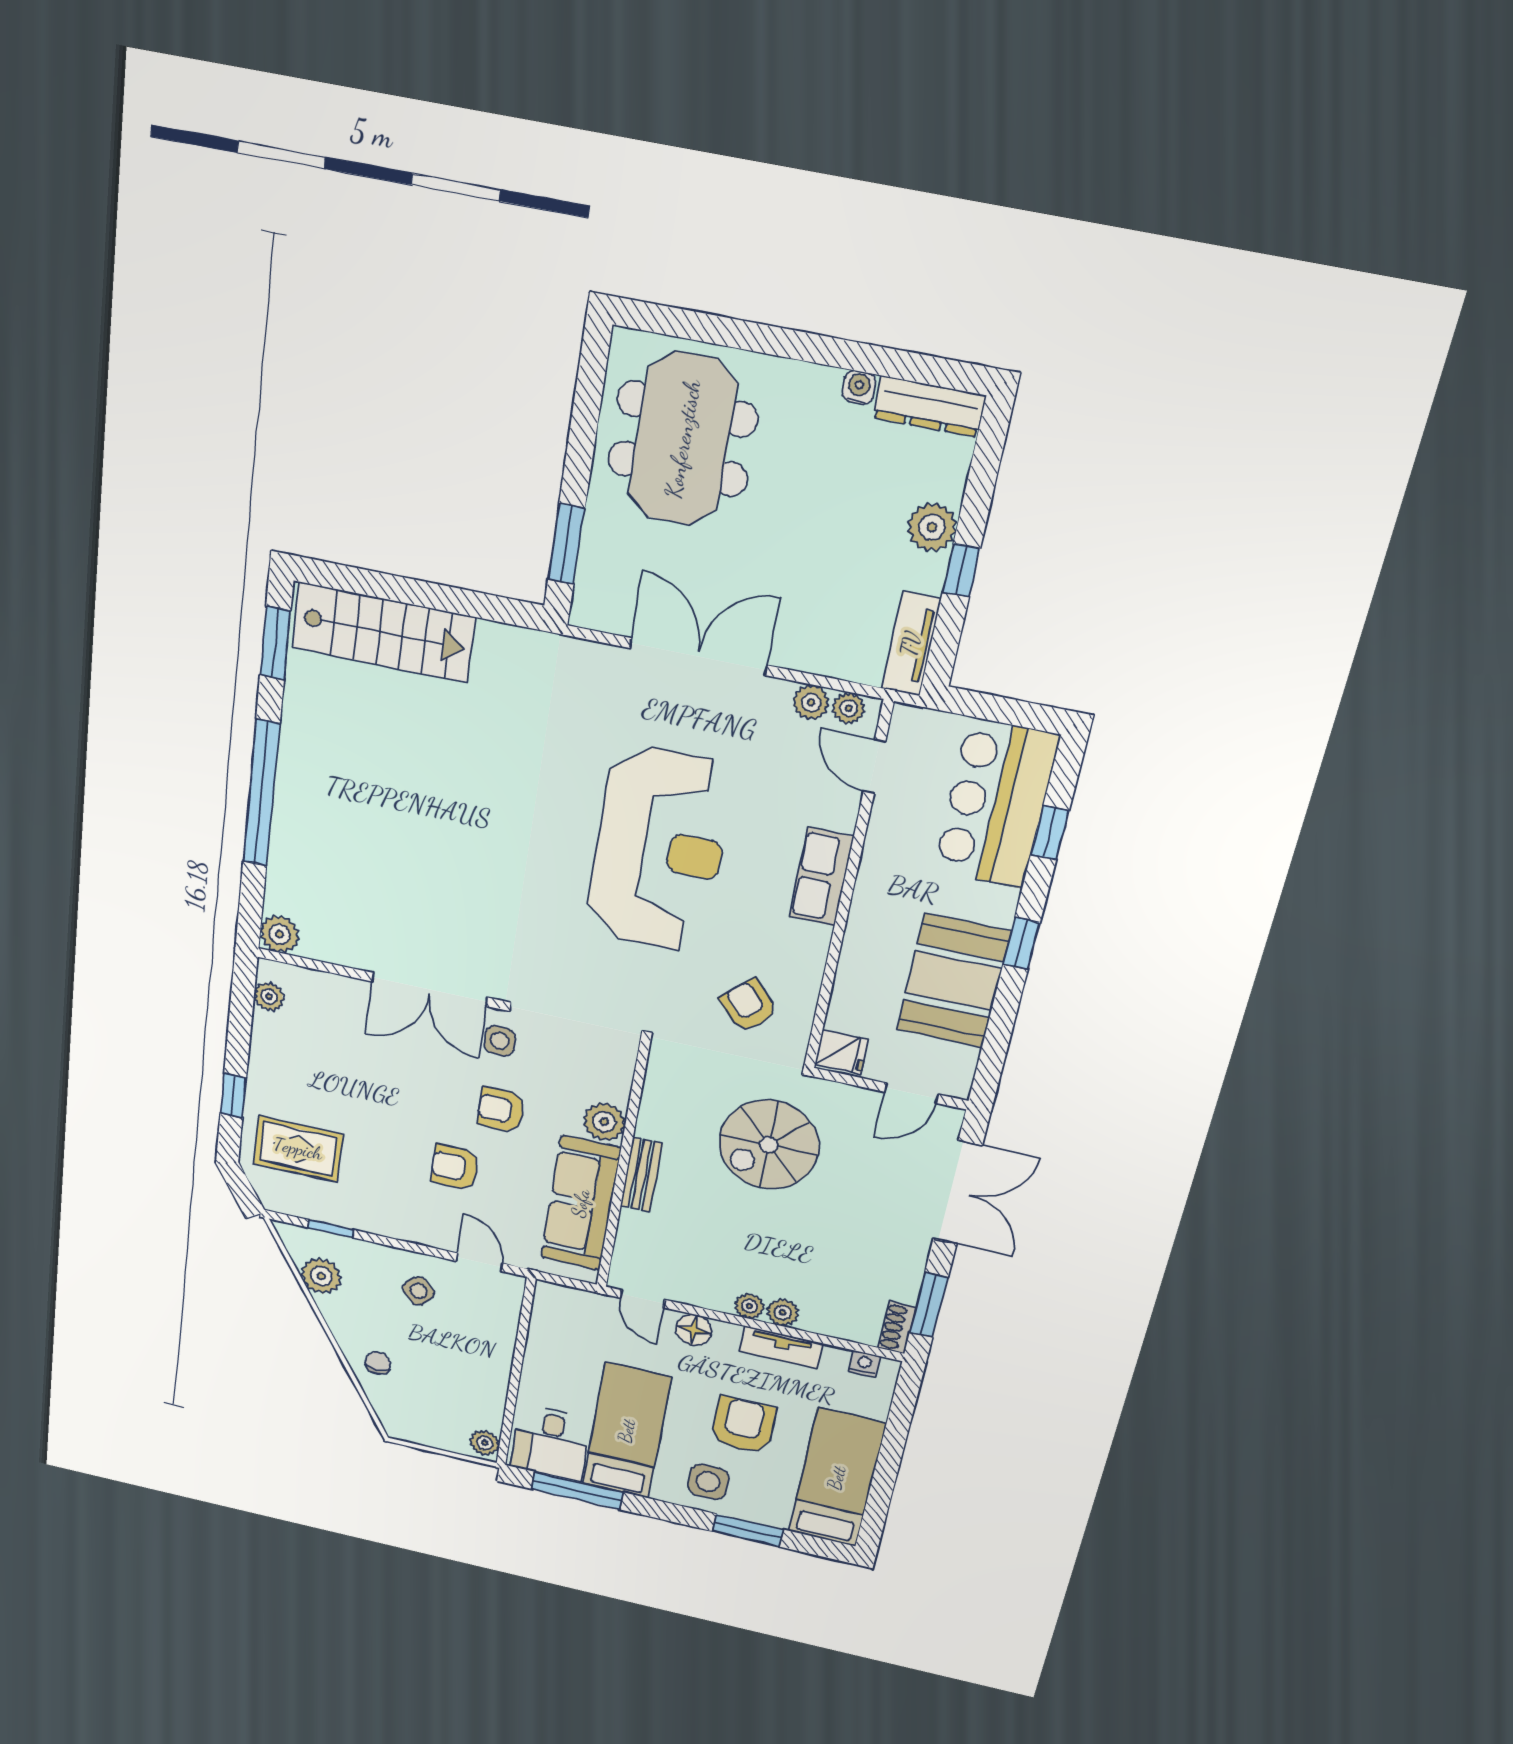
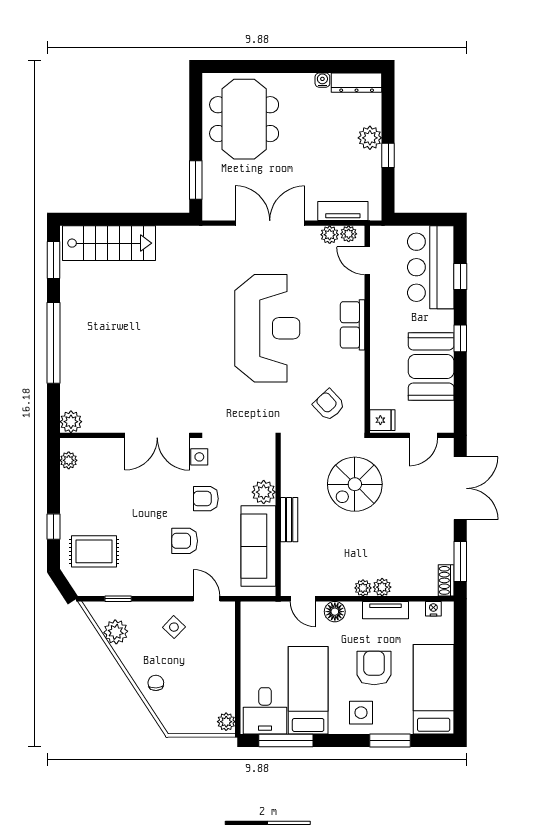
tv unit: (911, 644) -> (343, 211), moved, turned 90

